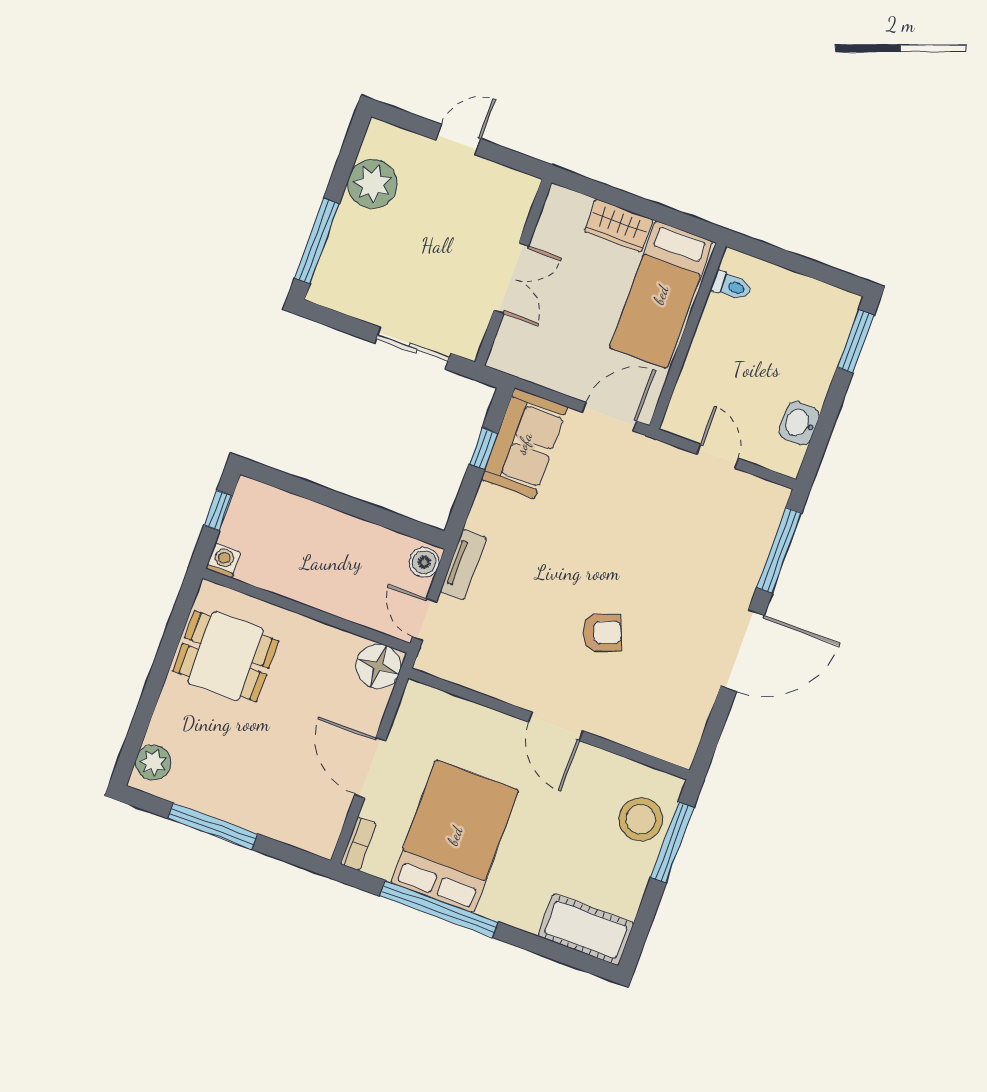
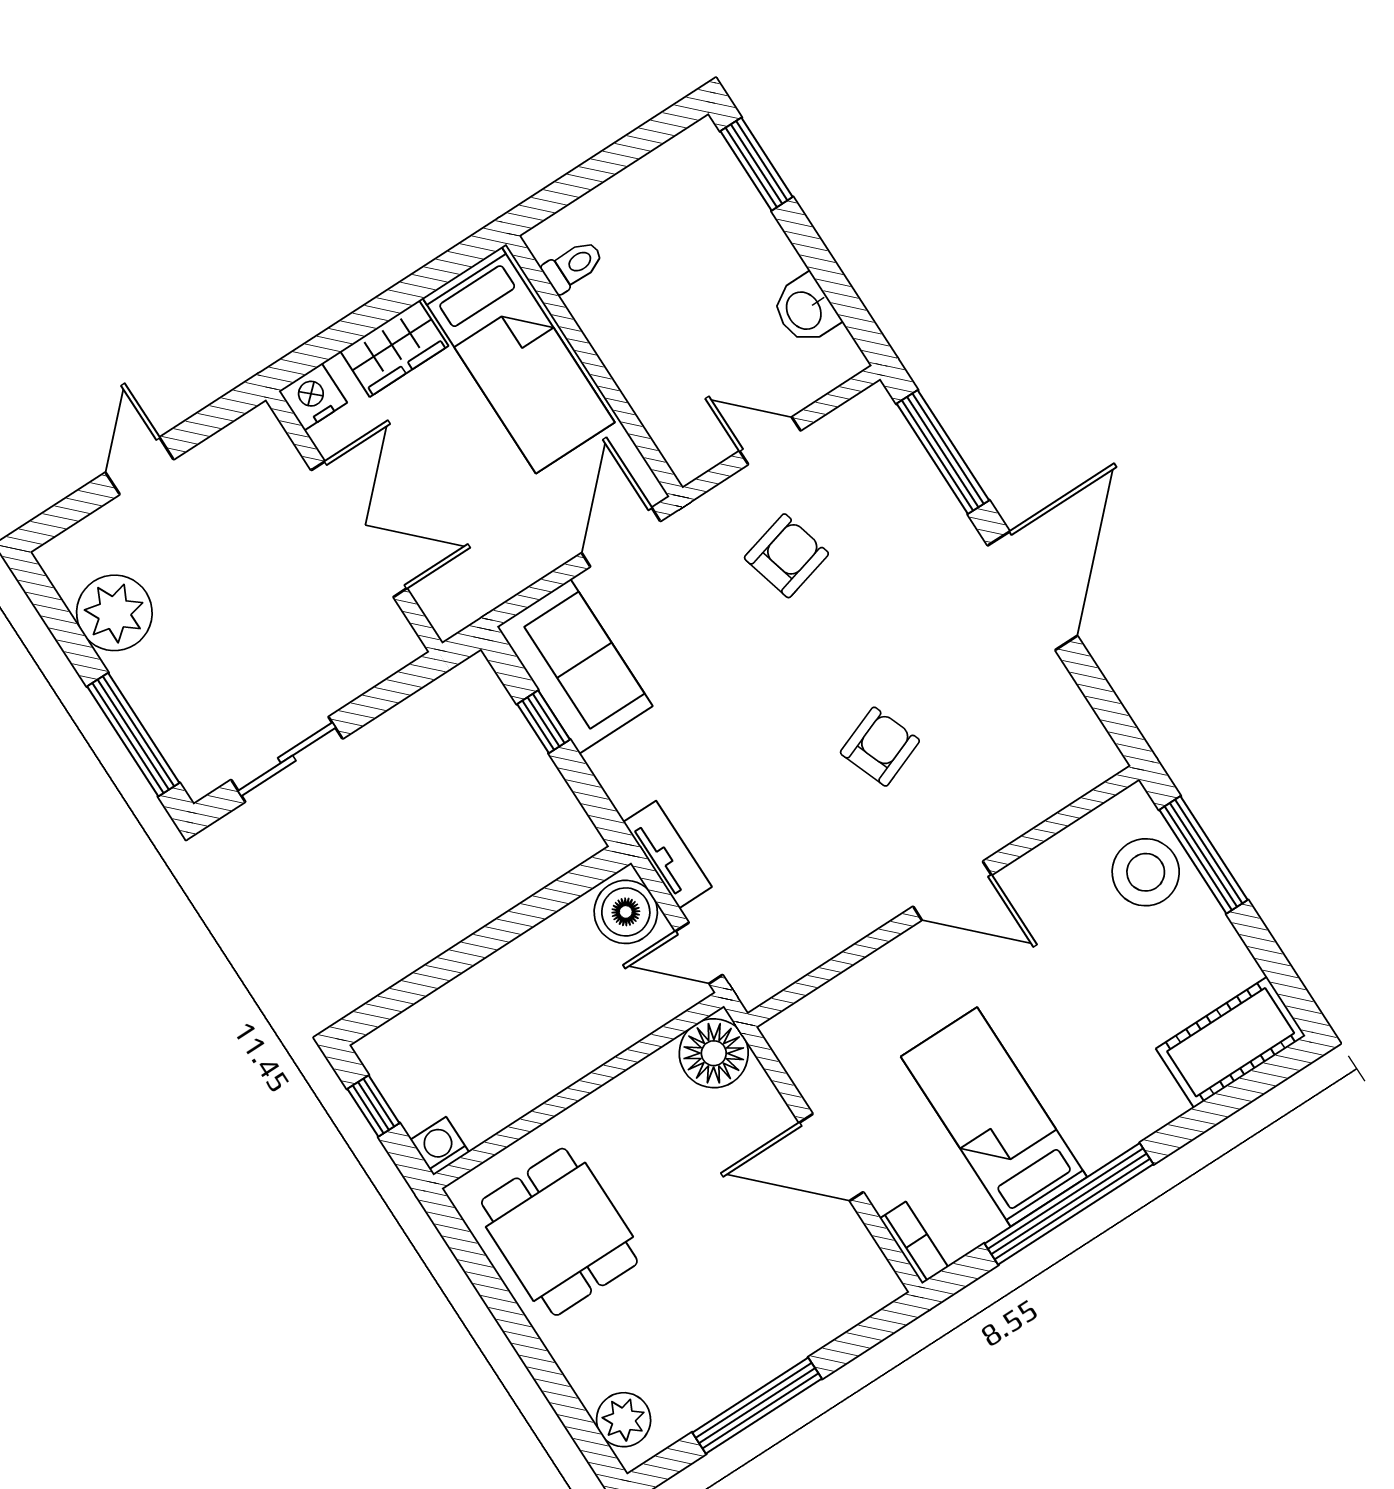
nightstand: (562, 202) -> (313, 397), added
double door: (511, 278) -> (359, 529), width x1.37
sliding door: (413, 348) -> (287, 759), moved
armchair: (664, 510) -> (786, 556), added
boiler: (424, 562) -> (626, 912), width x1.36, depth x1.36
dining table: (226, 656) -> (559, 1232), turned 90
bed: (455, 836) -> (994, 1117), width x0.67

